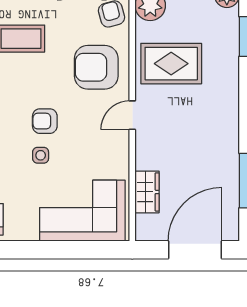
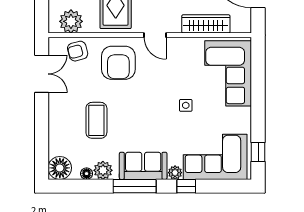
armchair: (45, 121) -> (160, 102), removed
wardrobe: (147, 192) -> (206, 24), width x1.50

